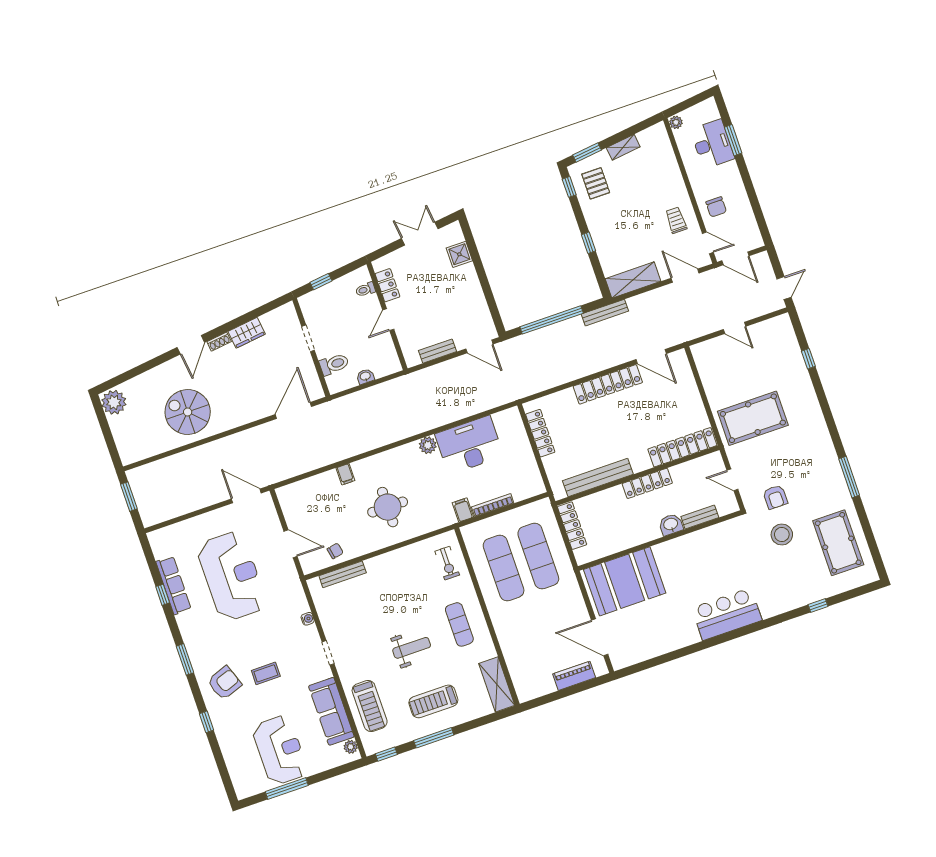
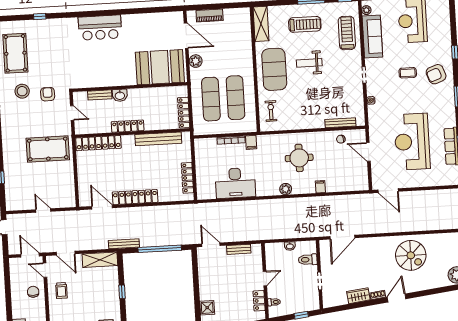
plant: (428, 445) -> (286, 189), moved
stool: (782, 534) -> (22, 91), moved
plant: (576, 604) -> (196, 61), added
exercise mat: (459, 624) -> (274, 69), width x2.00, depth x1.45

